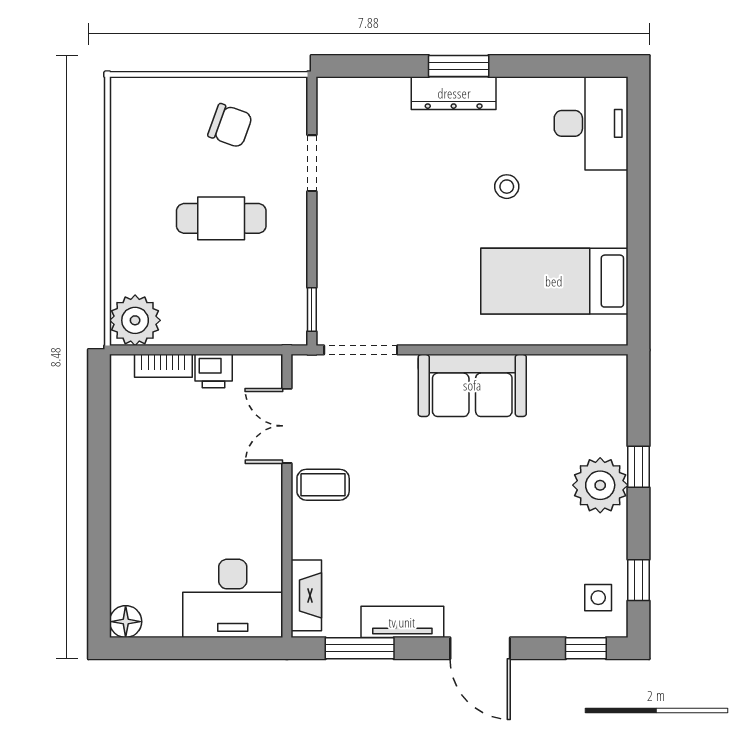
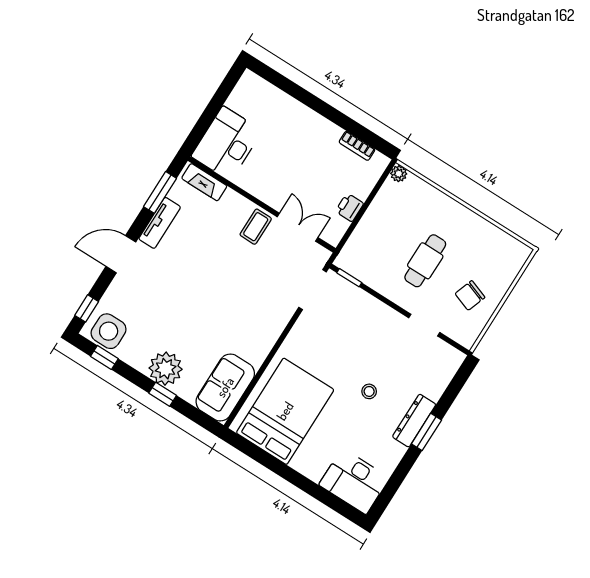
stool: (507, 187) -> (369, 391), moved
bed: (554, 281) -> (285, 411), width x1.50
plant: (135, 320) -> (399, 174), width x0.53, depth x0.53
bookcase: (163, 366) -> (357, 146), moved, turned -90
sofa: (472, 385) -> (225, 387), moved
side table: (598, 598) -> (109, 331), width x1.87, depth x1.87
floor lamp: (126, 622) -> (250, 81), removed

